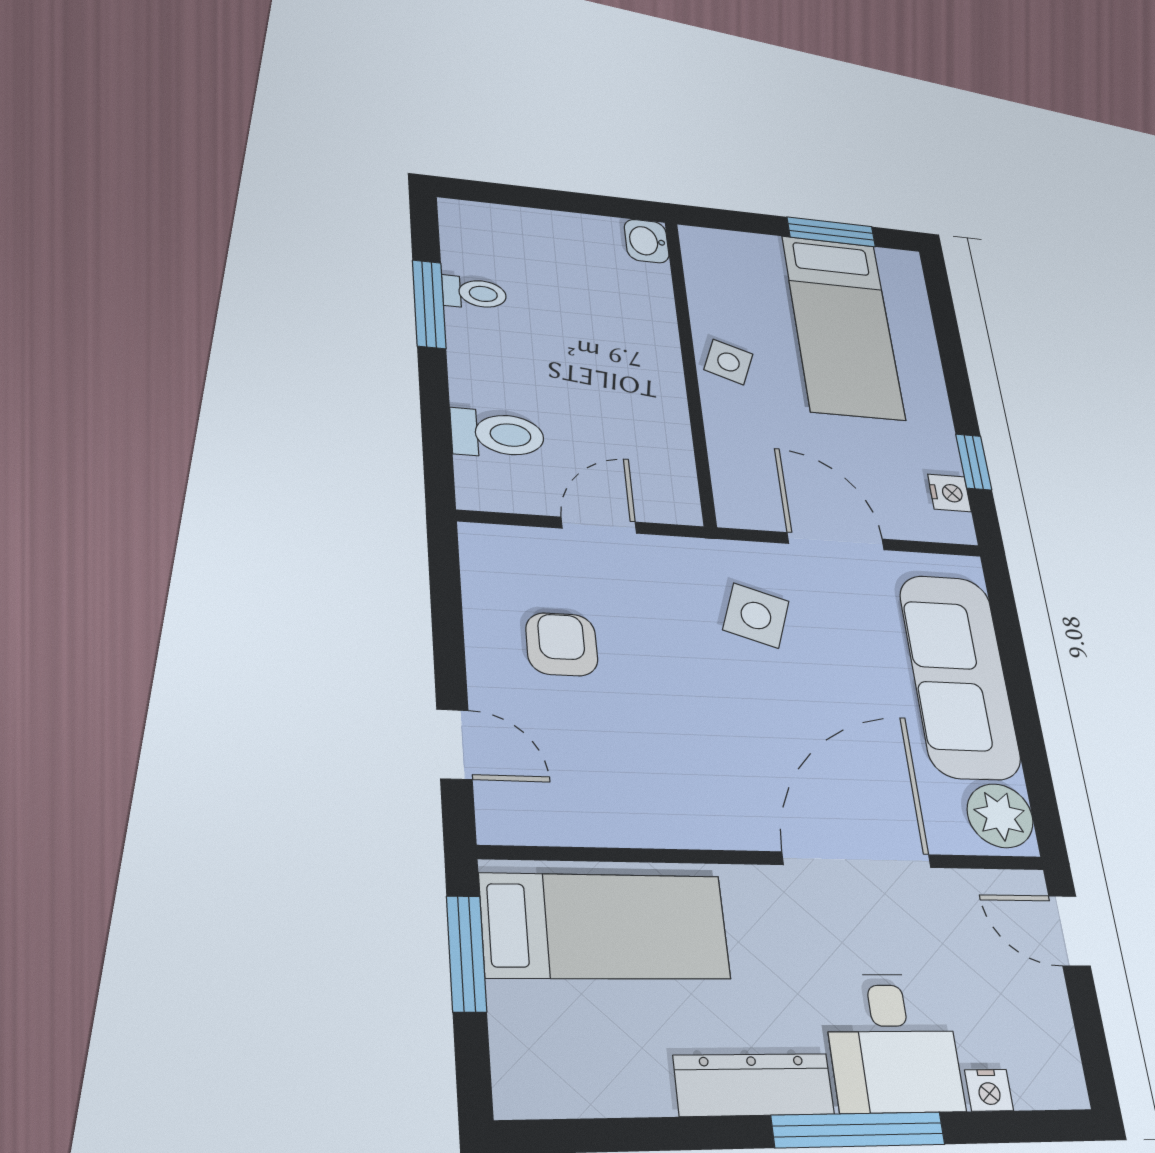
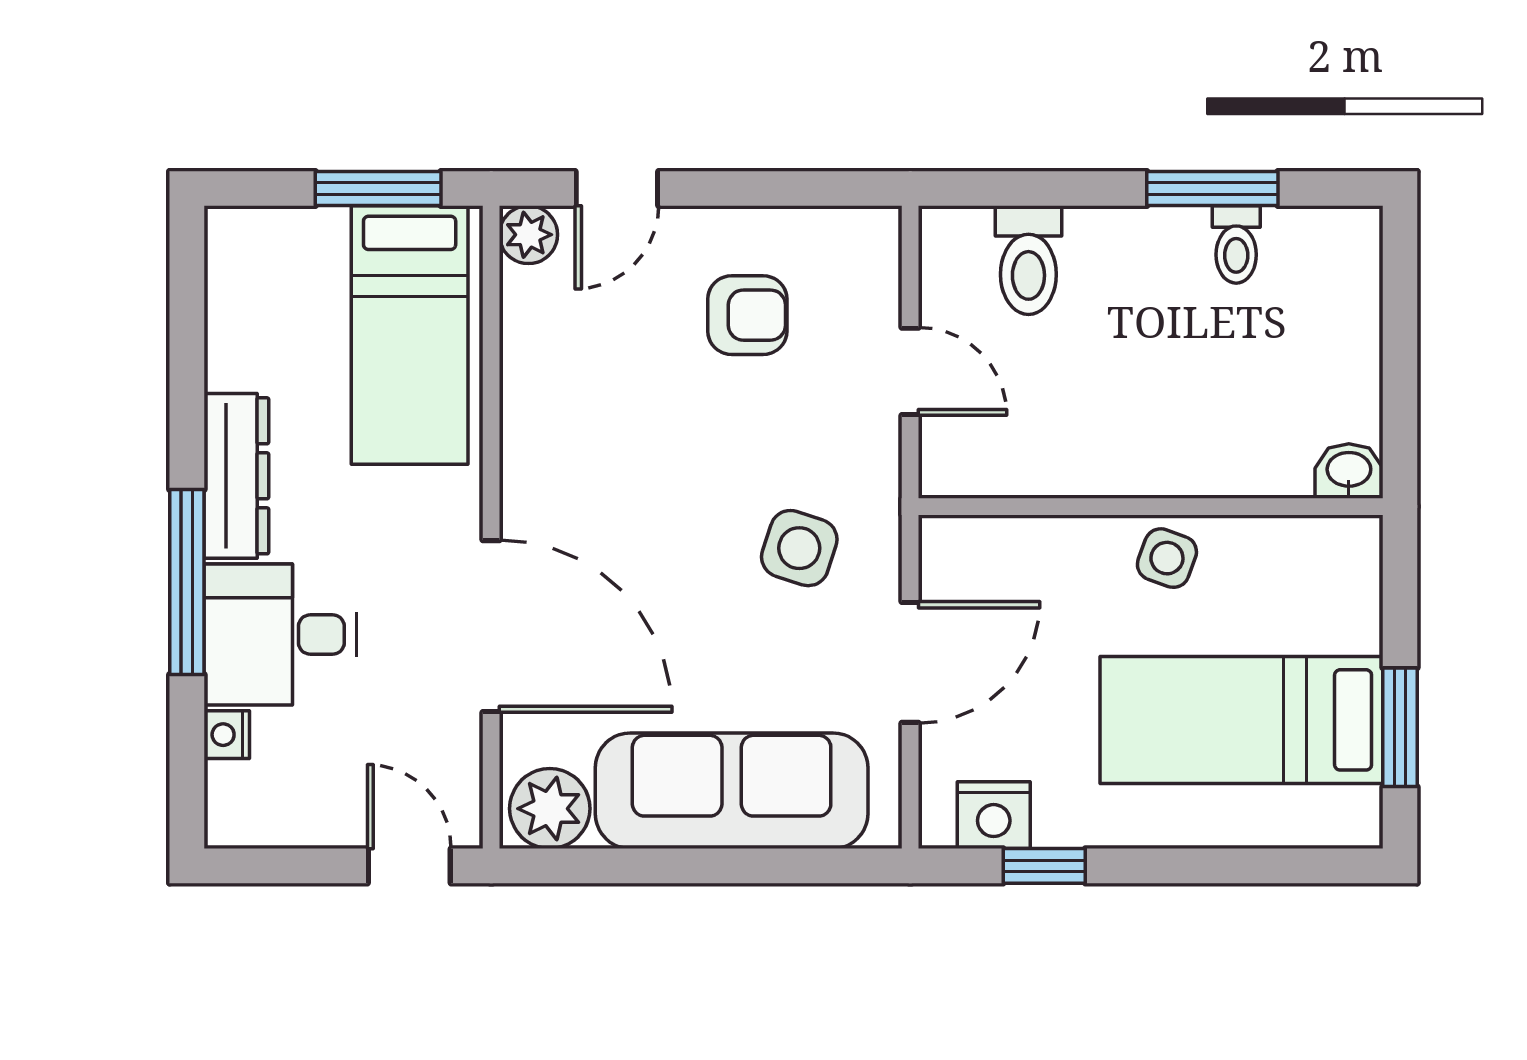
nightstand: (949, 493) -> (994, 815), width x1.39, depth x1.35
plant: (502, 820) -> (528, 235), added
door: (1069, 931) -> (409, 866), hinge flipped

